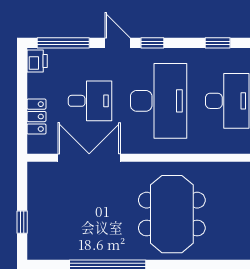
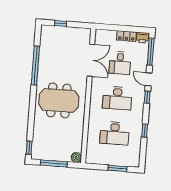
door: (118, 43) -> (149, 79), swing flipped
desk: (159, 101) -> (117, 98), width x0.73, depth x0.77
locker: (36, 117) -> (126, 36), moved

